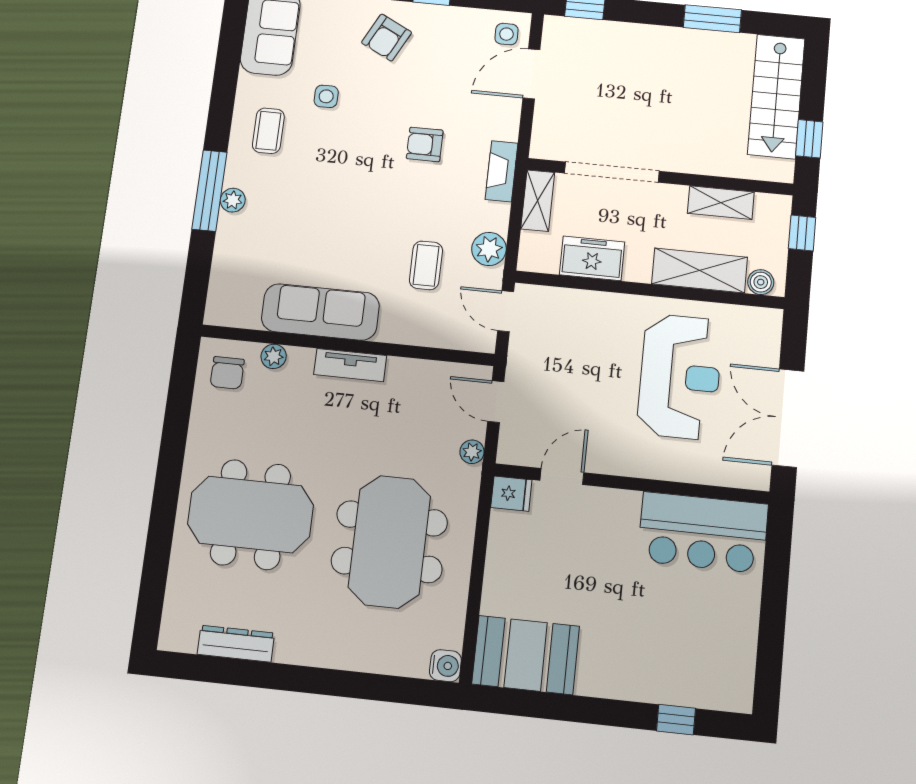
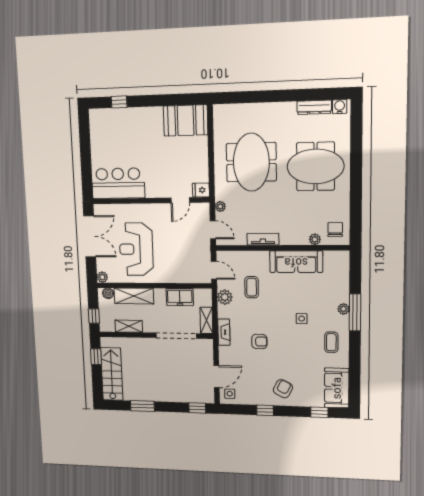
side table: (326, 96) -> (302, 319), moved
plant: (770, 321) -> (102, 277), added
tv unit: (350, 365) -> (263, 239), moved
water cooler: (445, 666) -> (340, 107), moved, turned 90

